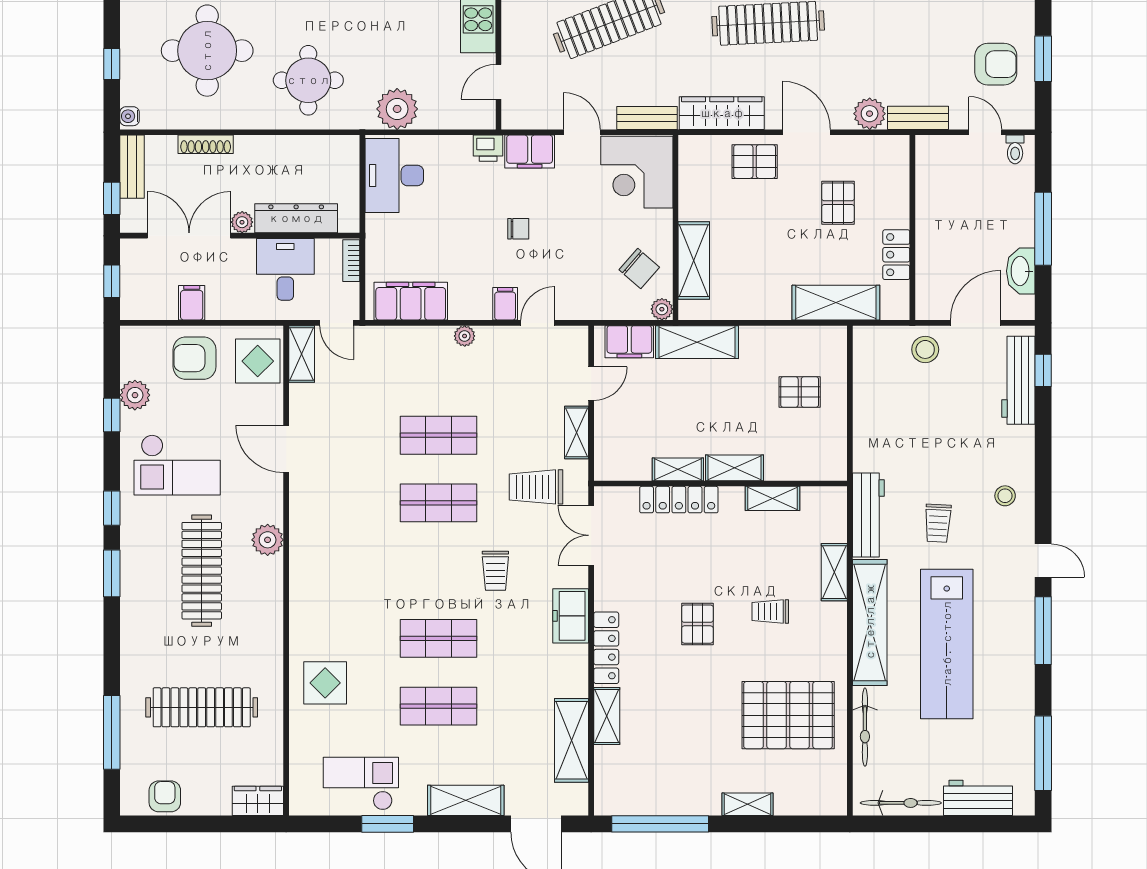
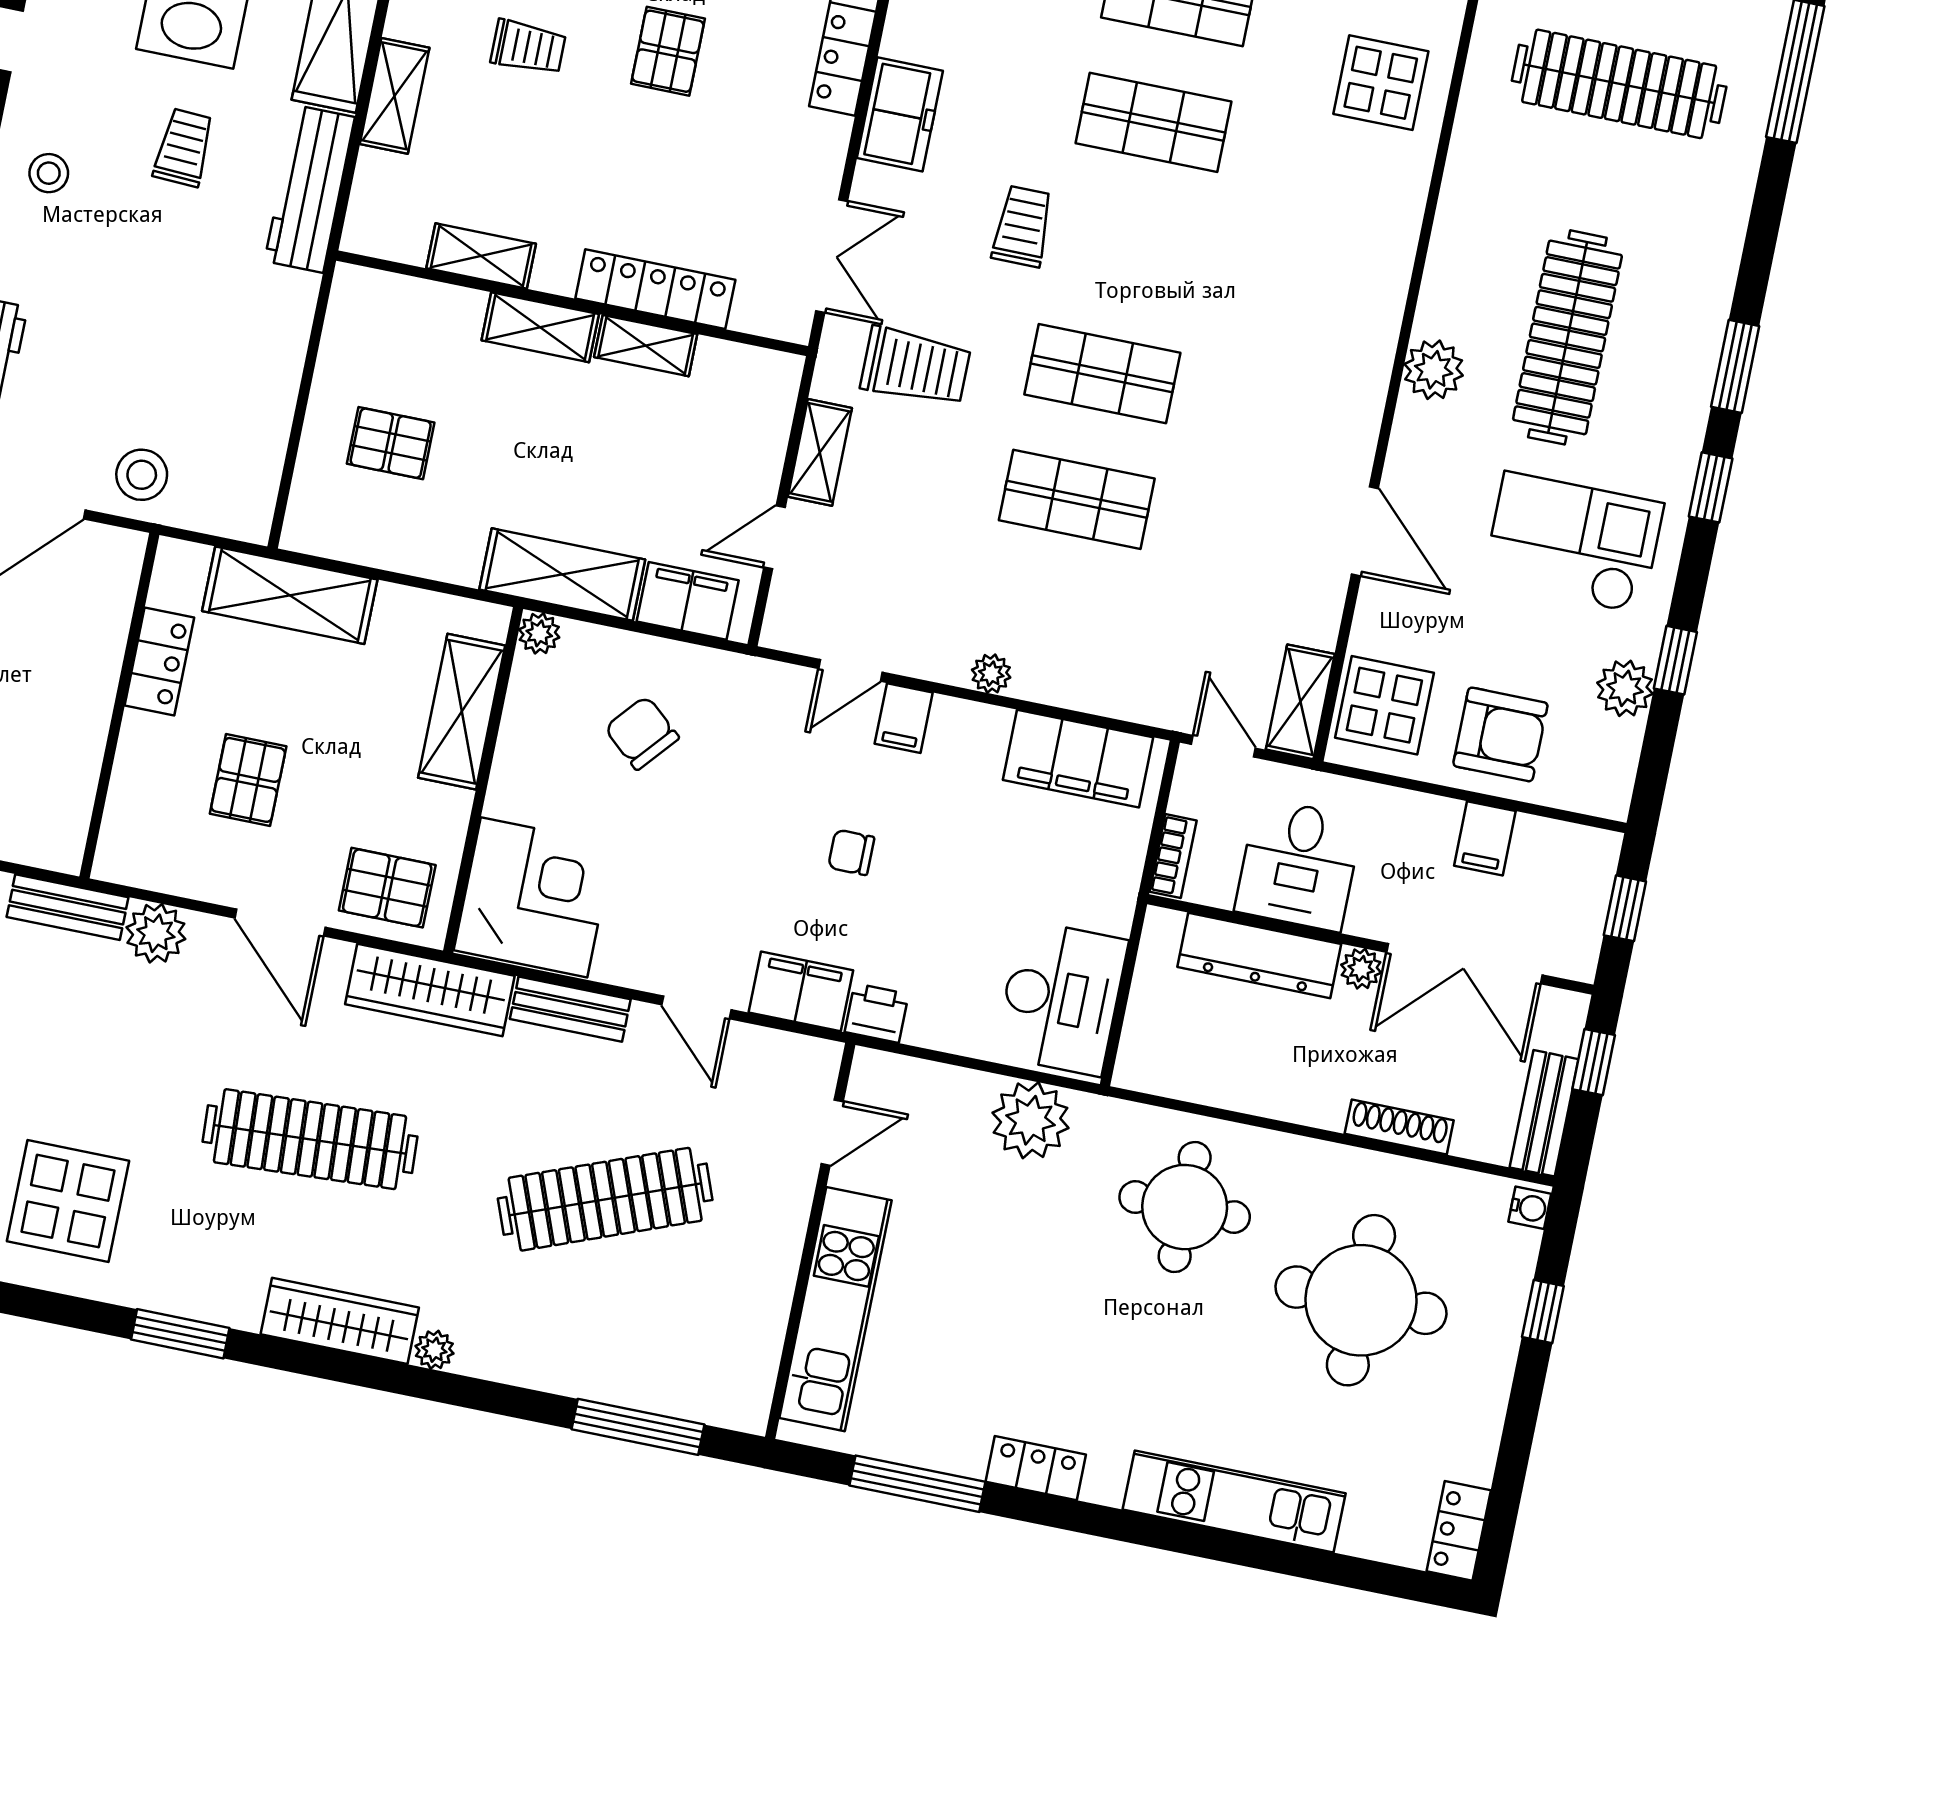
corner desk: (637, 172) -> (534, 897), moved
wall: (676, 228) -> (483, 780), moved
shelving: (694, 261) -> (462, 712), moved
plant: (662, 309) -> (539, 633), moved

